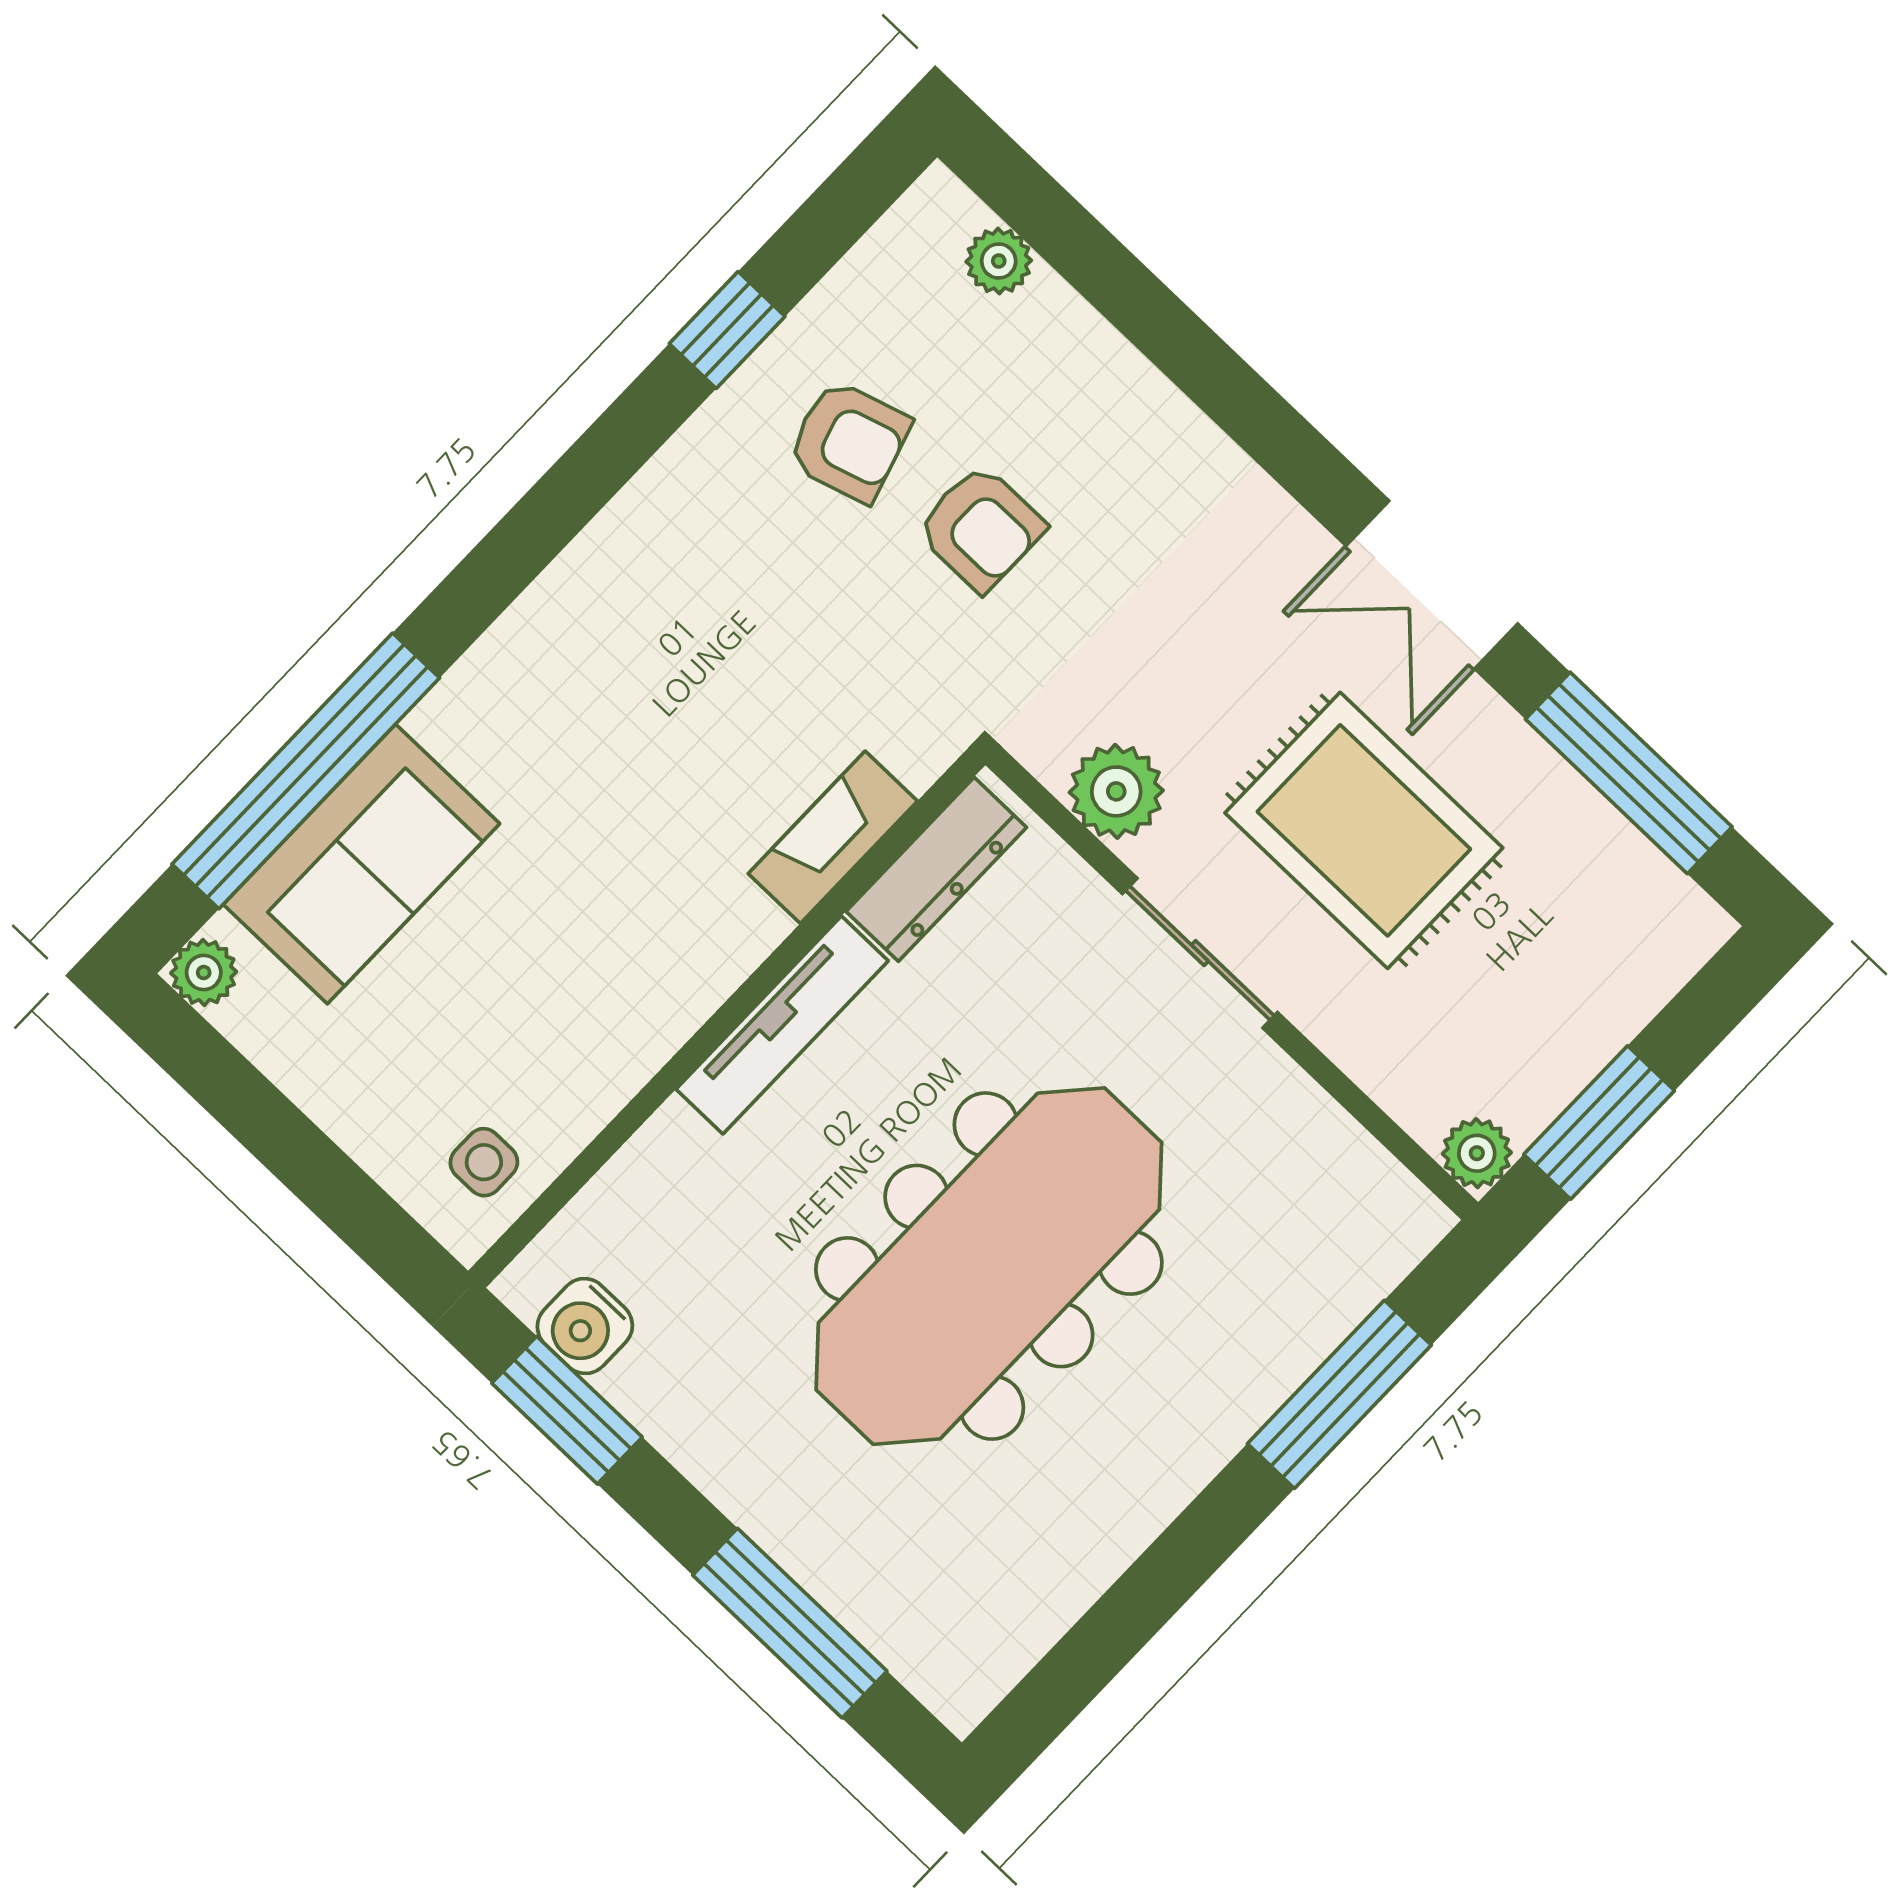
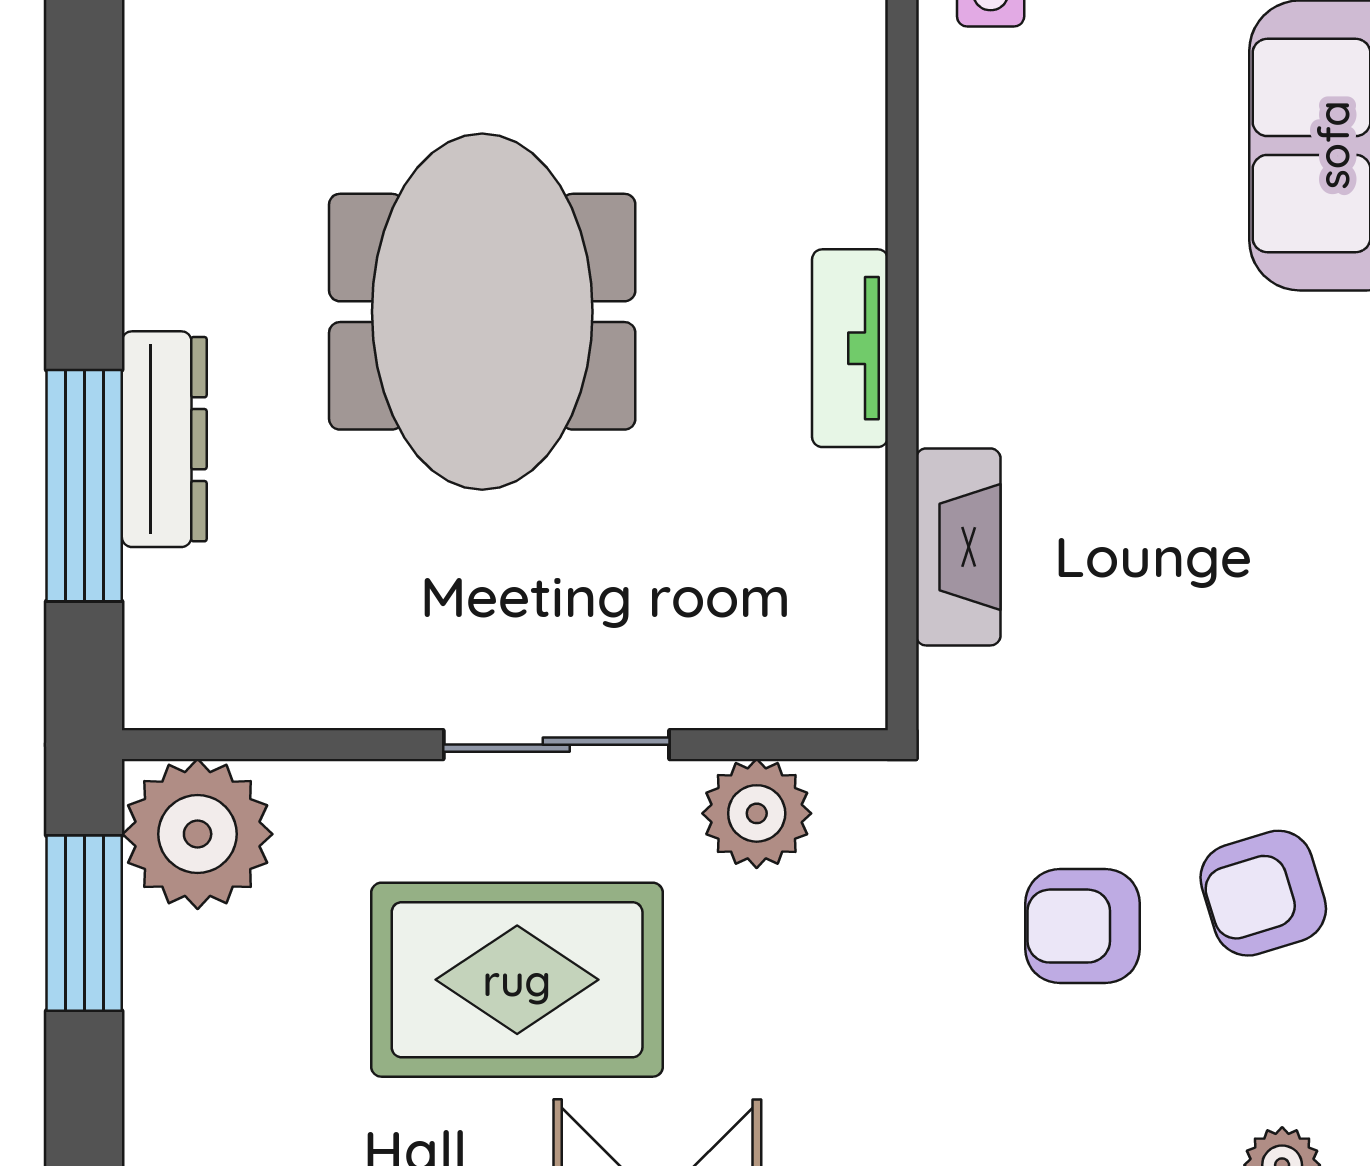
dresser: (936, 869) -> (164, 439), moved, turned 180
tv unit: (782, 1025) -> (850, 348), width x0.71
plant: (1477, 1153) -> (198, 834), width x1.87, depth x1.87
meeting table: (989, 1266) -> (482, 312), width x0.73

